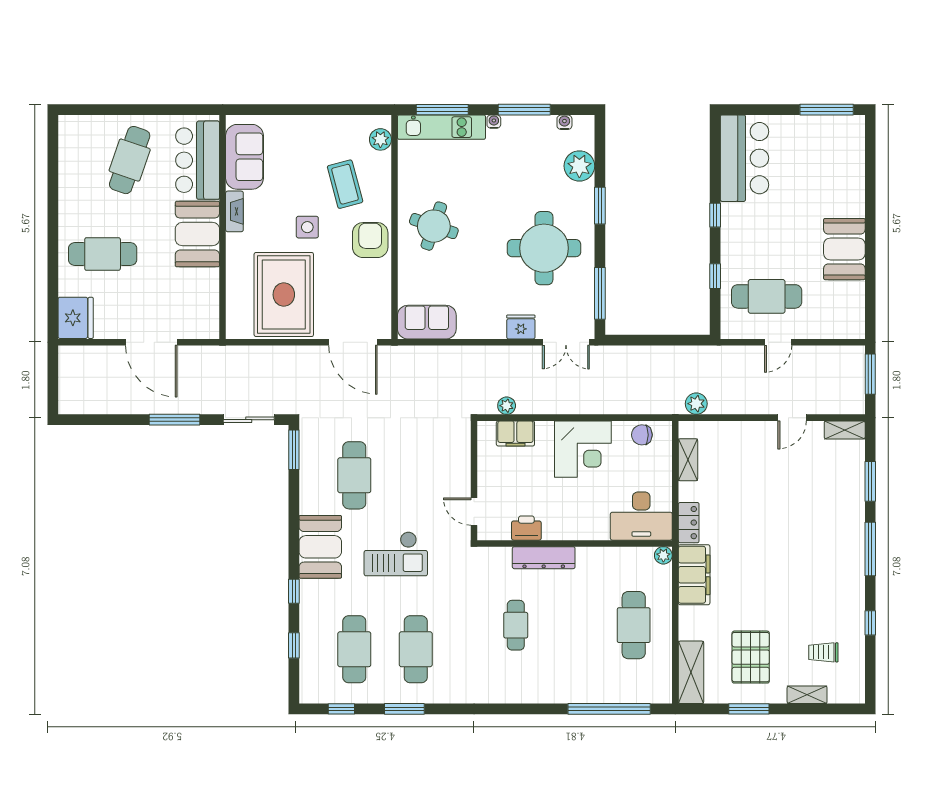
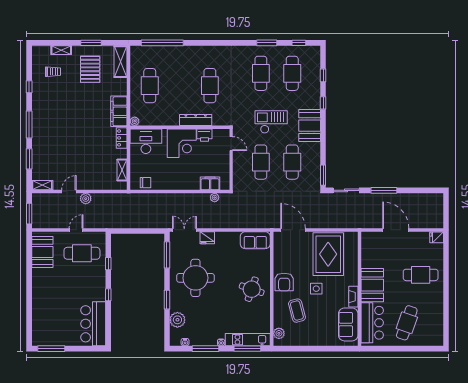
booth: (844, 249) -> (42, 252), moved
fridge: (76, 318) -> (437, 237), width x0.53, depth x0.75
plant: (696, 404) -> (86, 199), moved
corner desk: (583, 449) -> (182, 143), moved, turned 180
cafe table: (416, 475) -> (261, 162), added
cafe table: (516, 625) -> (210, 86), width x1.37, depth x1.35

